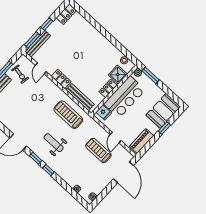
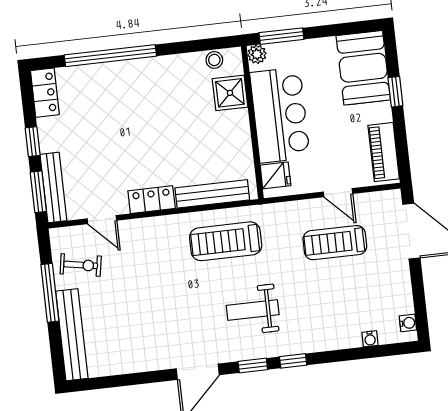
window: (96, 25) -> (110, 56), added
locker: (108, 88) -> (240, 131), removed

